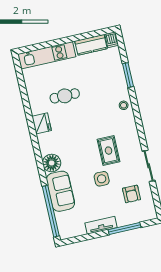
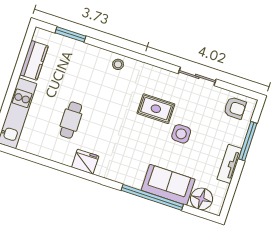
dishwasher: (112, 40) -> (42, 35), removed
window: (128, 75) -> (71, 34), moved
floor lamp: (52, 163) -> (202, 199), moved
armchair: (131, 194) -> (235, 108), moved
window: (51, 211) -> (152, 197), moved

